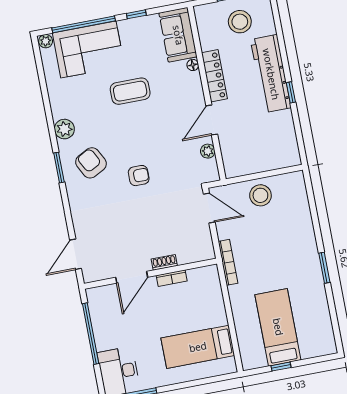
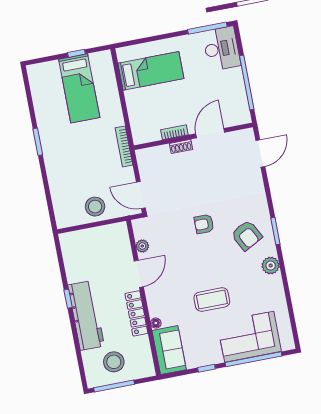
plant: (46, 41) -> (288, 344), removed

